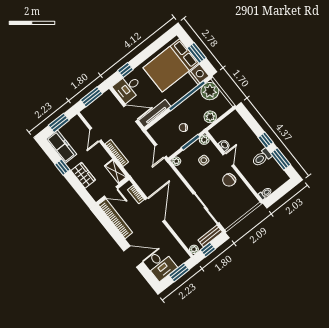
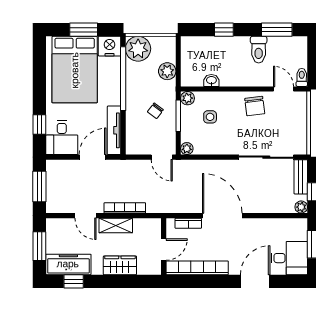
window: (266, 140) -> (224, 30), moved
door: (228, 160) -> (284, 89), moved
window: (62, 167) -> (74, 281), moved
shelving: (116, 172) -> (116, 225), moved

